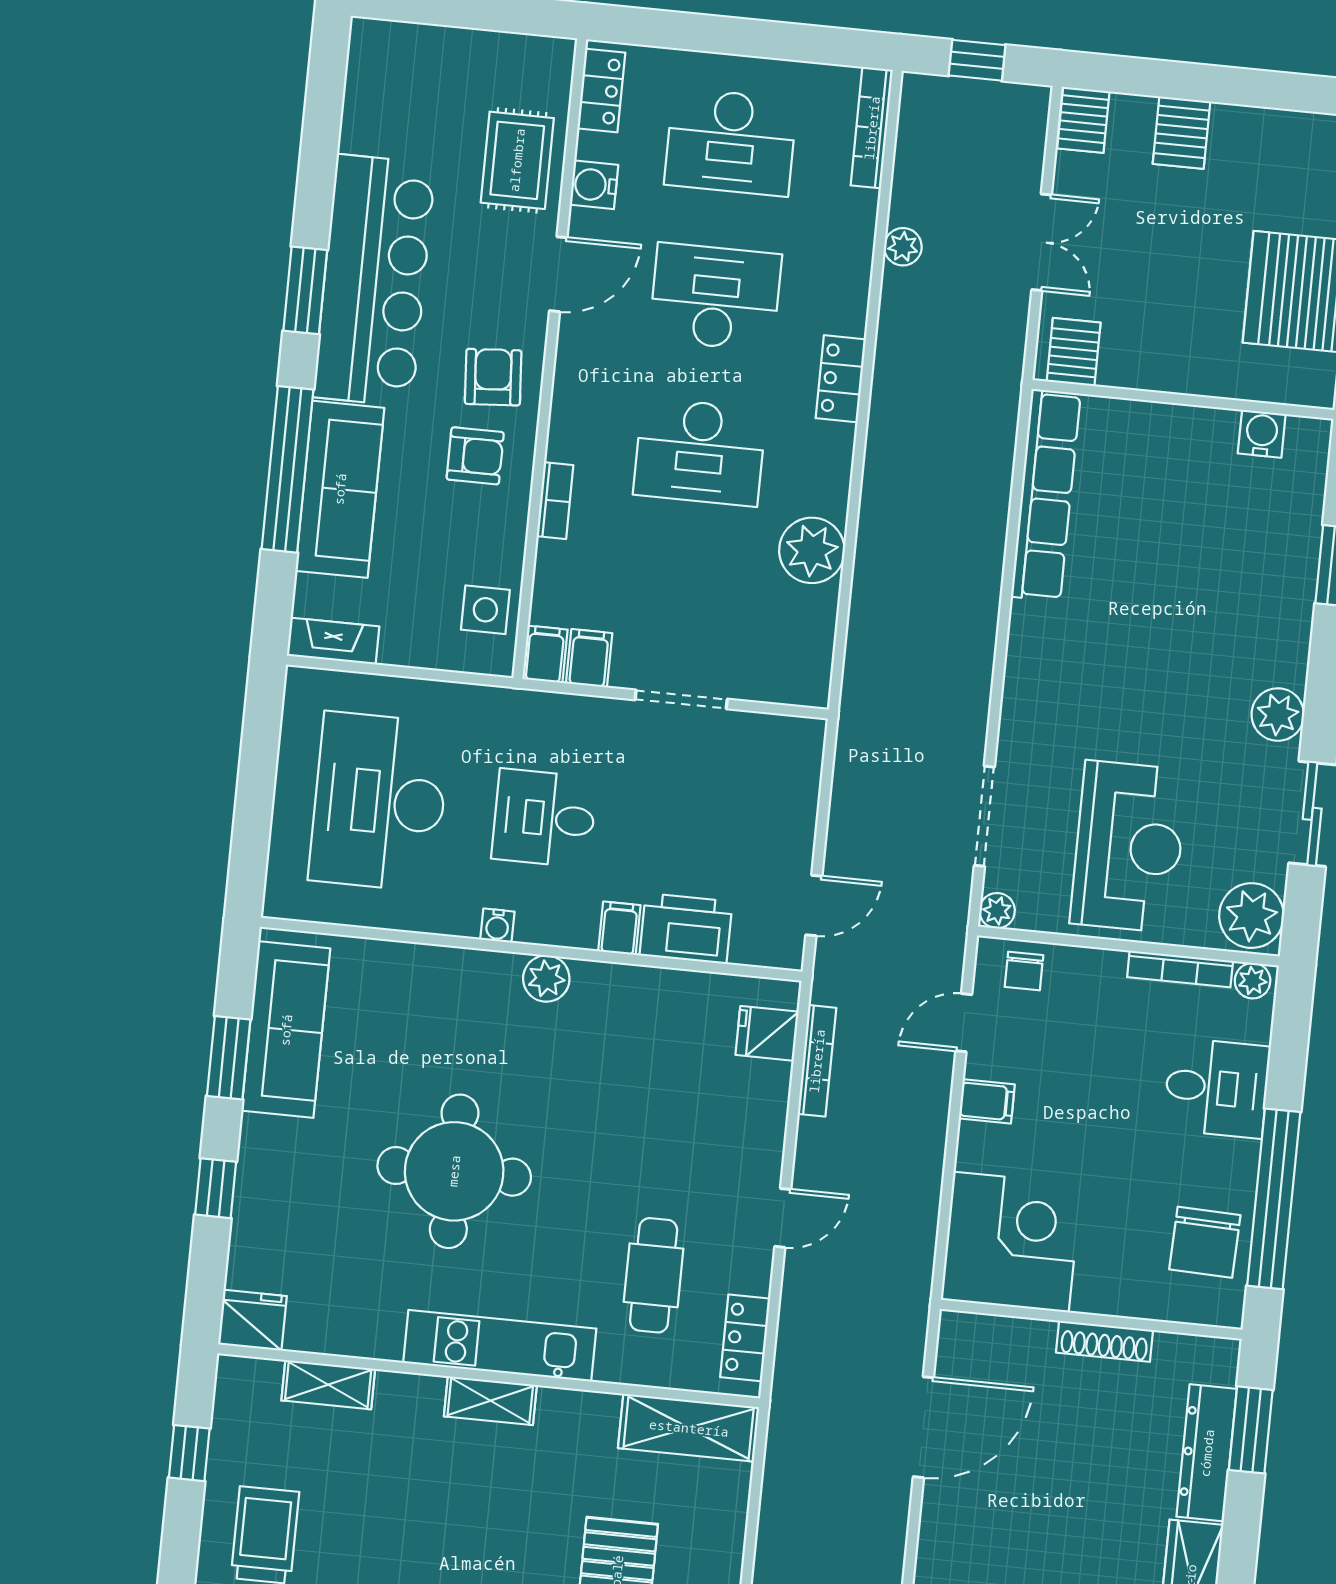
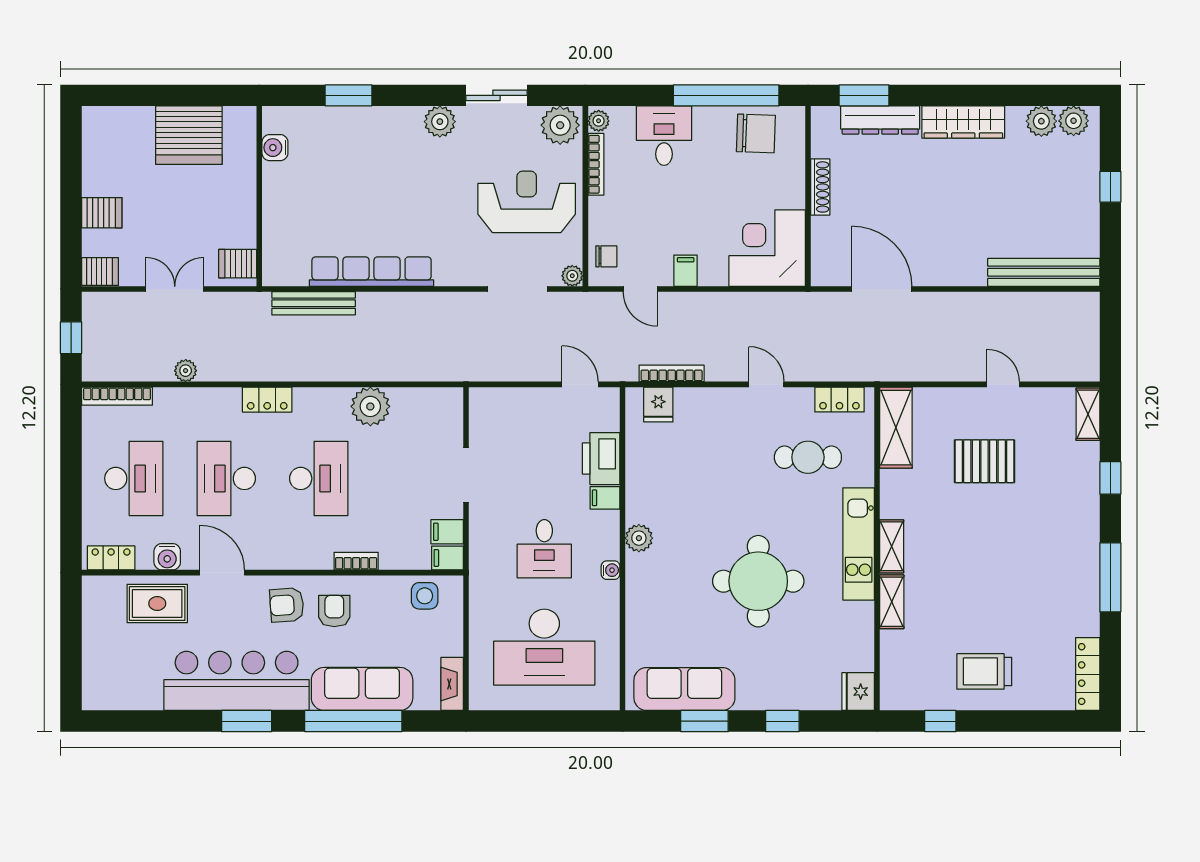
bench: (994, 472) -> (314, 303), added
row of seats: (1046, 495) -> (372, 272), moved
shelving: (328, 1385) -> (892, 602), moved

